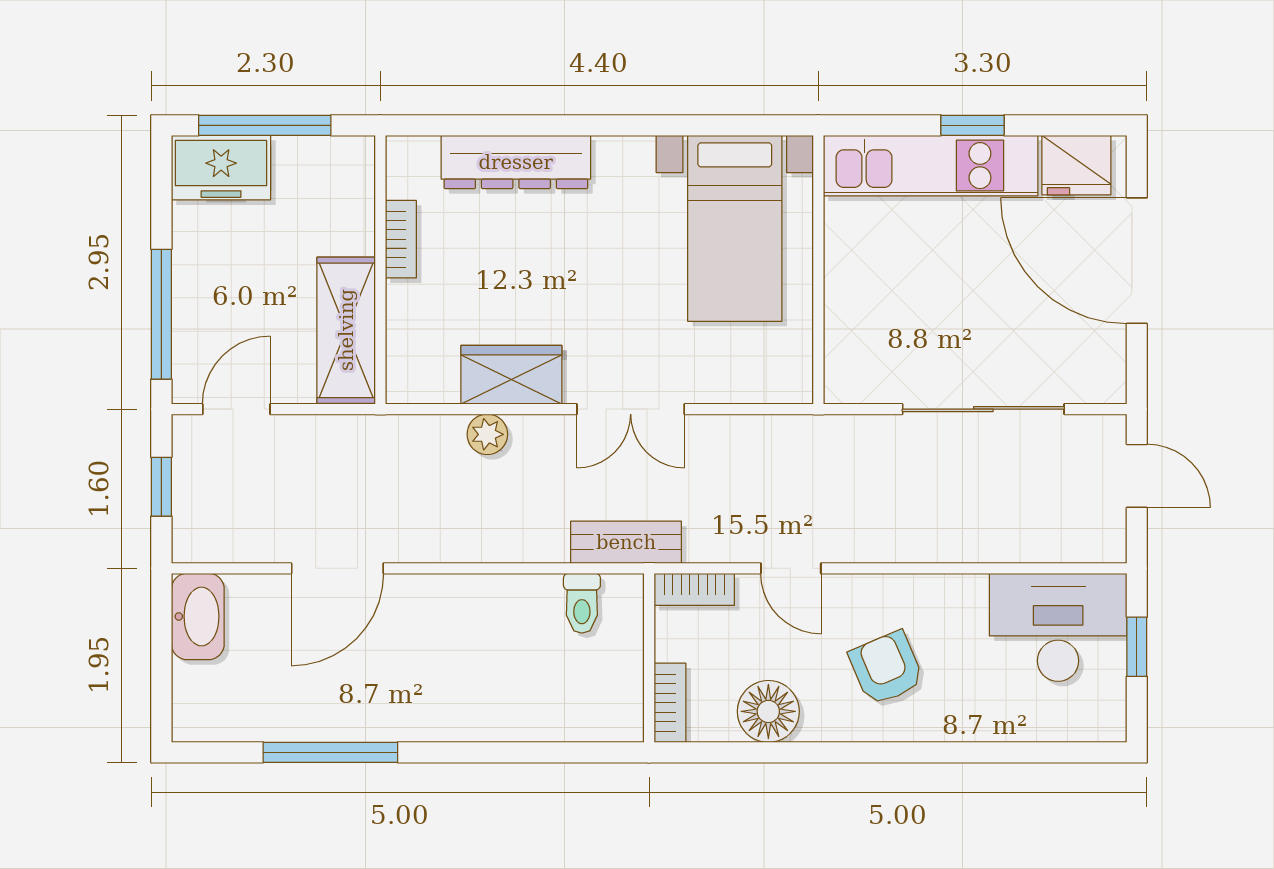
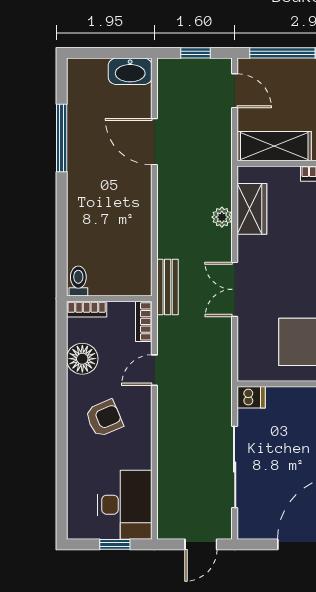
wardrobe: (511, 375) -> (252, 209), moved
dishwasher: (845, 376) -> (251, 397), added
toilet: (582, 603) -> (78, 281), moved, turned 90

